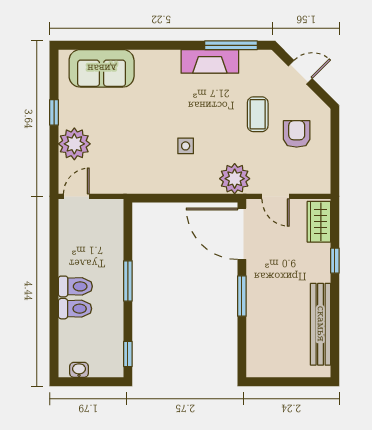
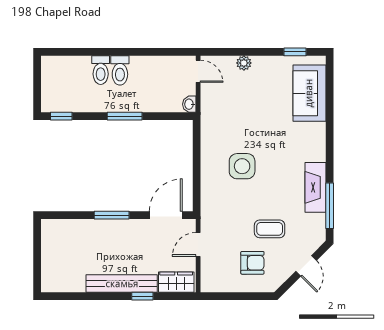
window: (54, 112) -> (295, 52), moved
plant: (74, 144) -> (244, 63), width x0.53, depth x0.53
side table: (186, 146) -> (242, 166), width x1.87, depth x1.87
plant: (235, 179) -> (214, 209), removed
door: (242, 234) -> (166, 215), width x0.73
bench: (321, 324) -> (122, 284), moved
washbasin: (79, 370) -> (189, 104), moved, turned 180

